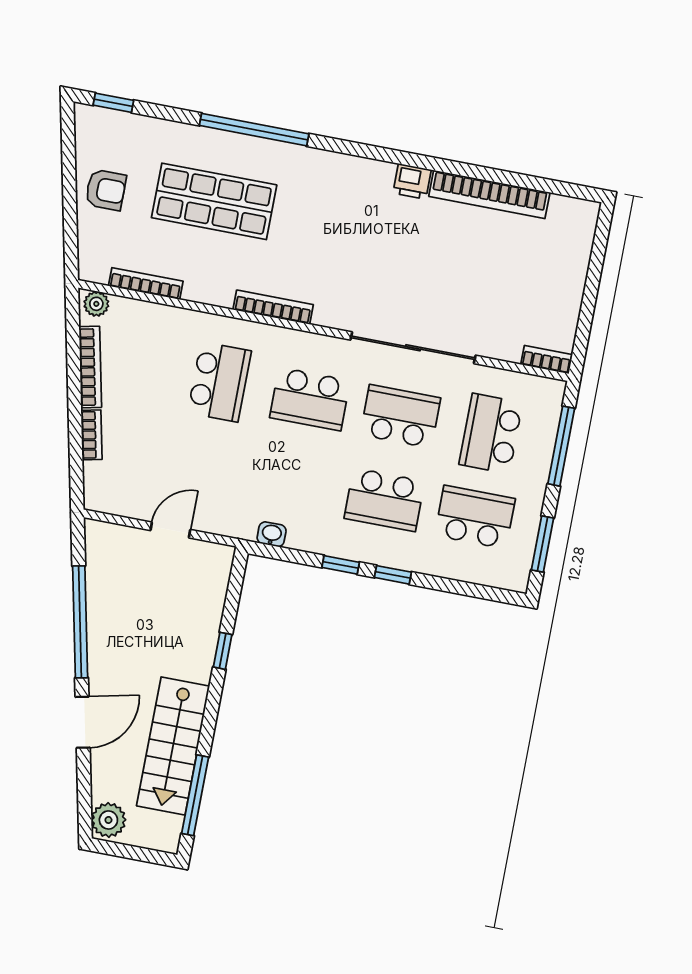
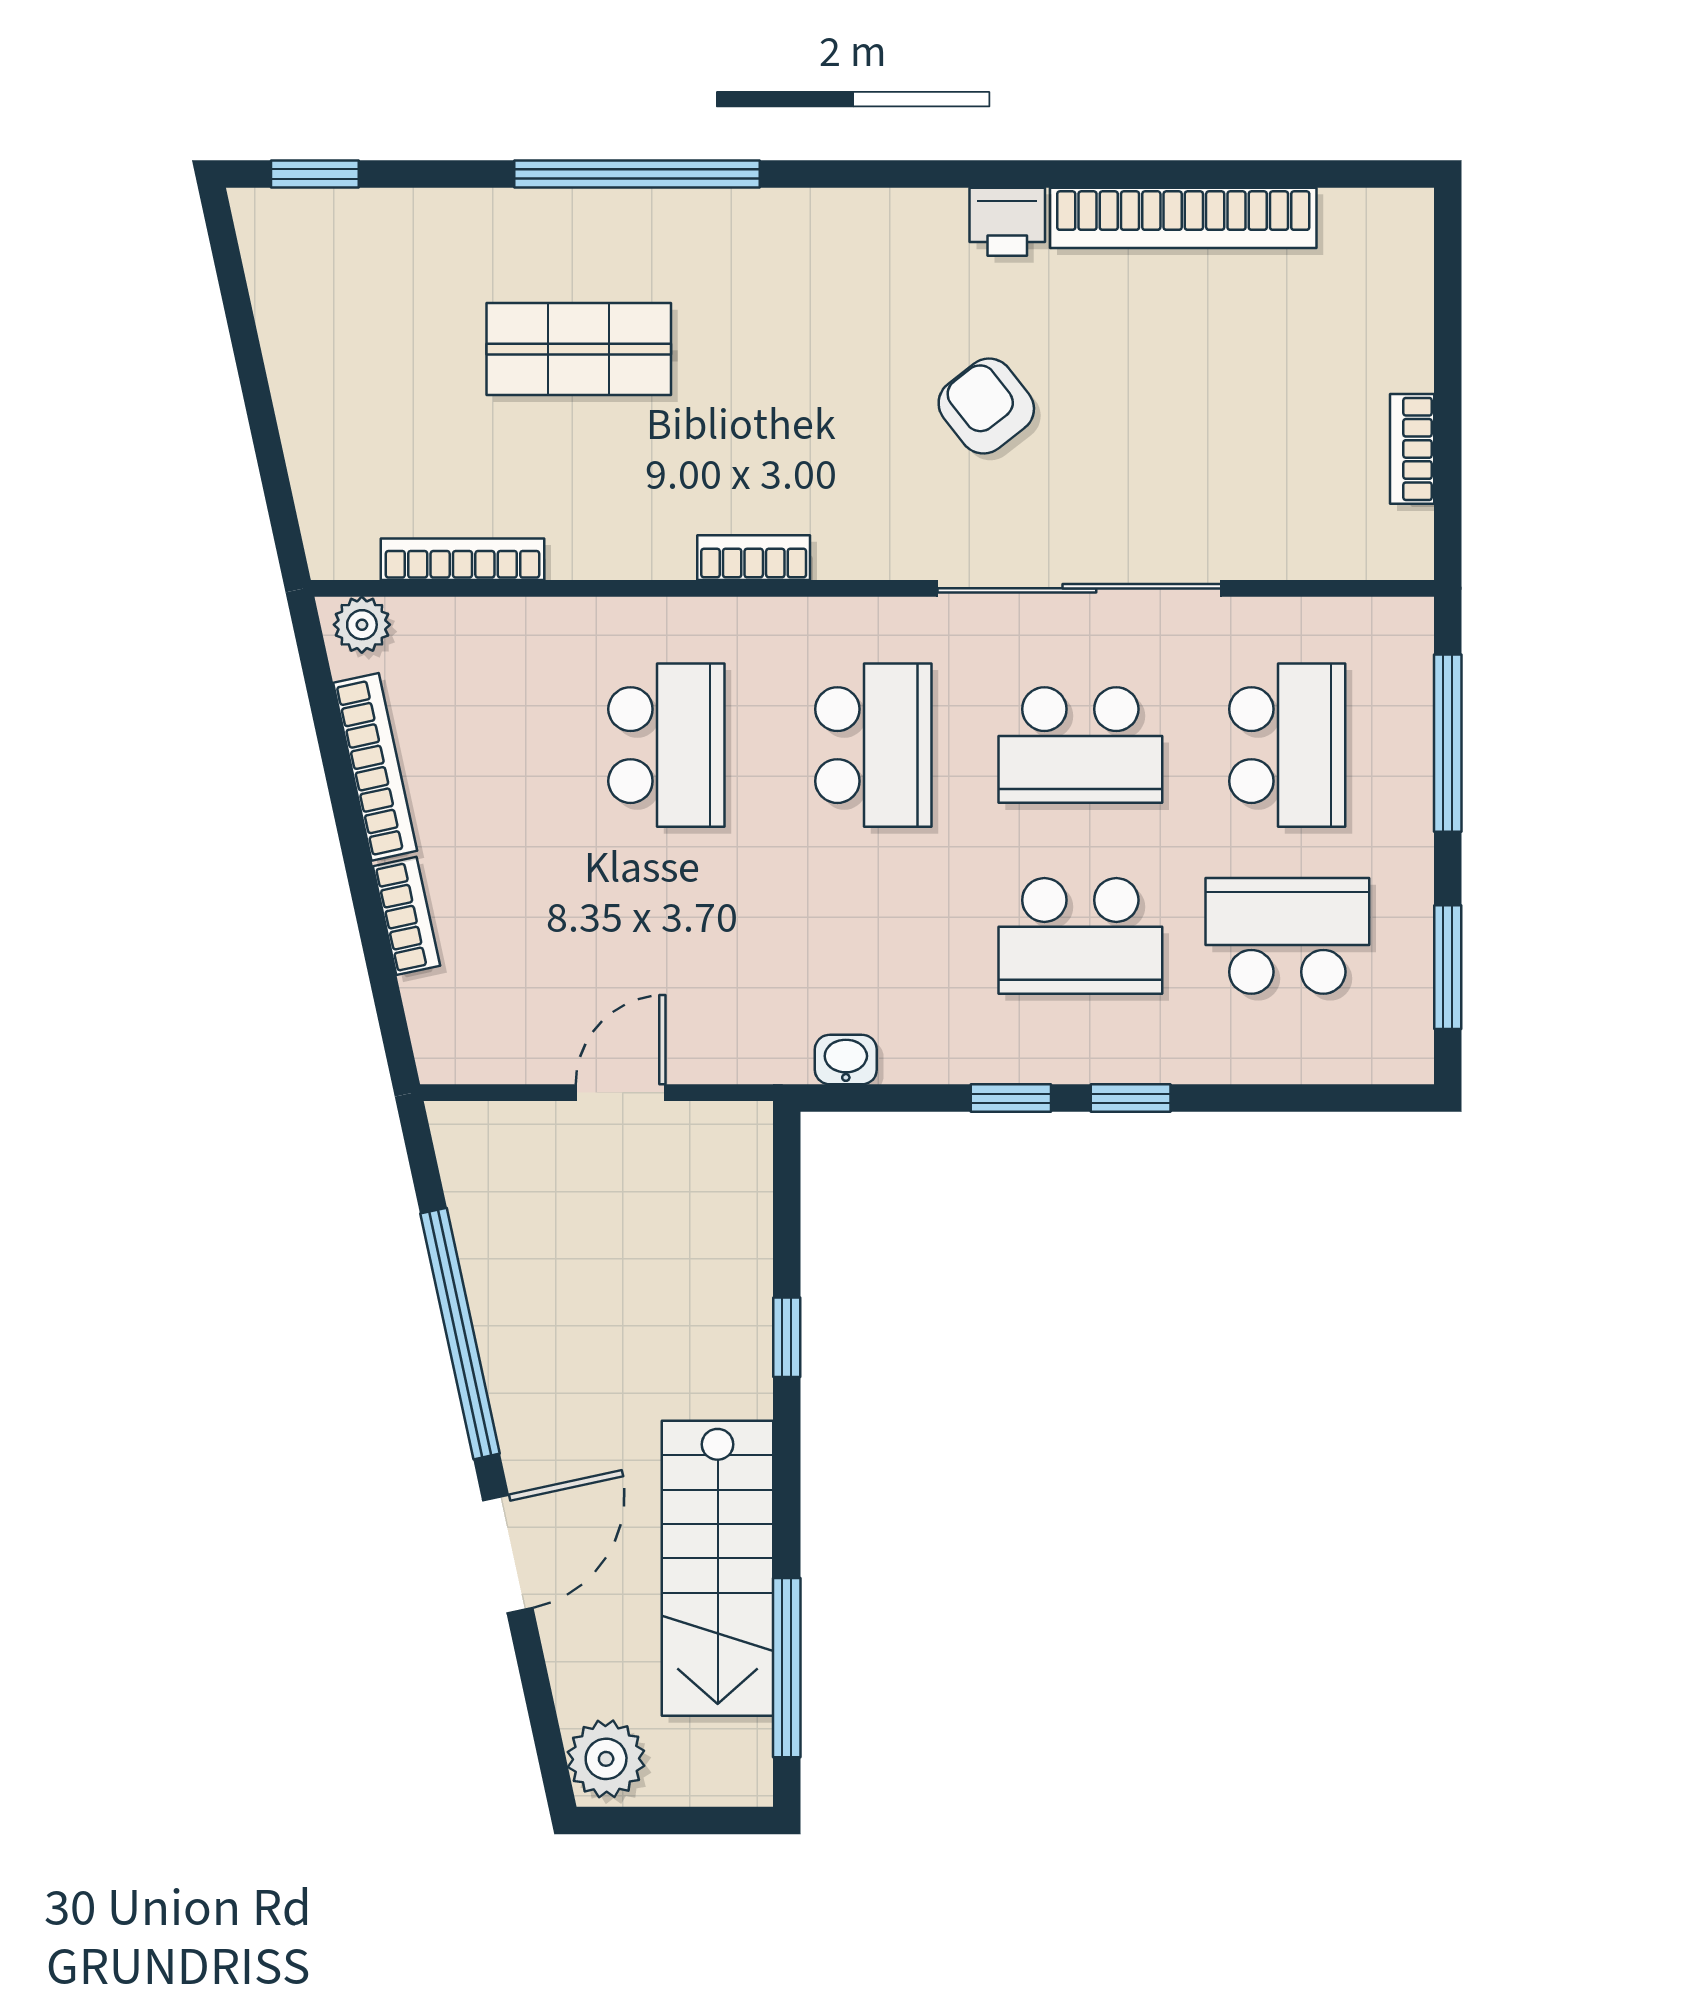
armchair: (106, 190) -> (986, 406), moved, turned -128
shop shelf: (214, 201) -> (579, 349), width x0.70, depth x0.74
bookcase: (273, 307) -> (754, 558), width x0.64
bookcase: (547, 360) -> (1412, 449), moved, turned -90
school desk: (310, 399) -> (873, 745), turned -90
school desk: (400, 416) -> (1080, 745), turned 180
school desk: (491, 434) -> (1287, 745), turned 180

